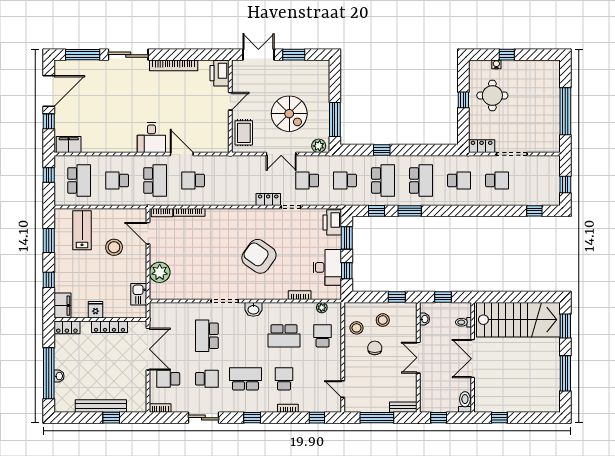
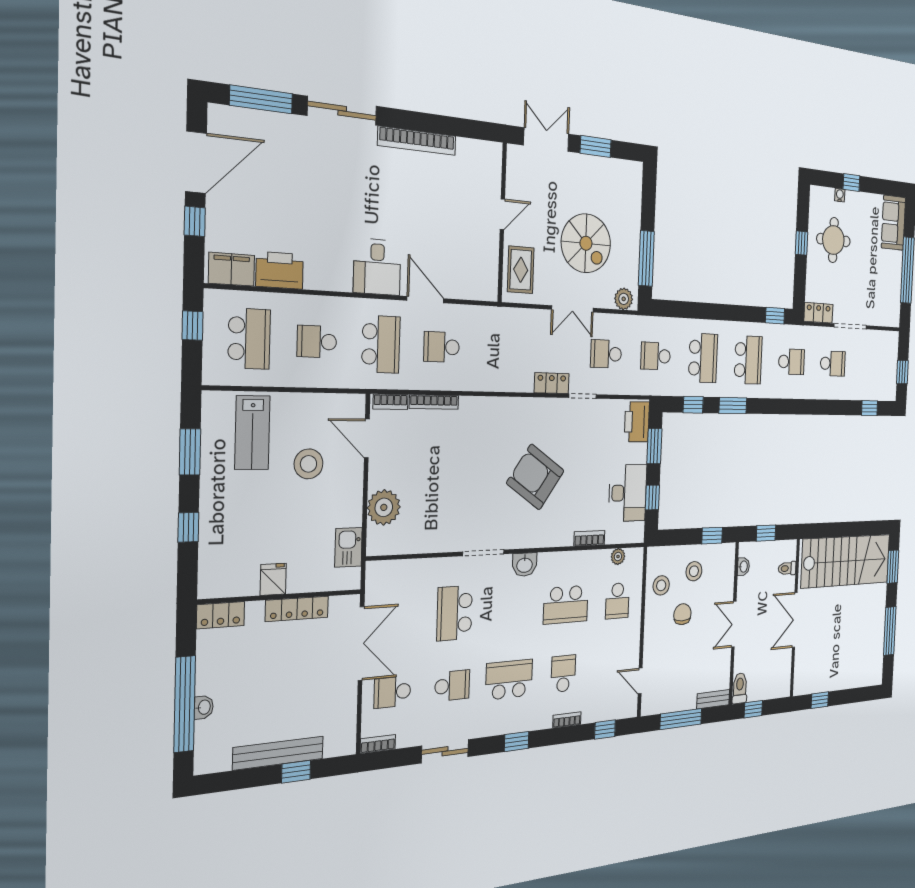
printer: (220, 73) -> (280, 270), moved, turned 90
sofa: (549, 79) -> (893, 223), added
window: (382, 150) -> (775, 316), moved
lab bench: (82, 230) -> (252, 433), turned 180
filing cabinet: (62, 306) -> (213, 575), removed
school desk: (323, 336) -> (617, 601), turned 180
toilet: (465, 402) -> (740, 688), moved

